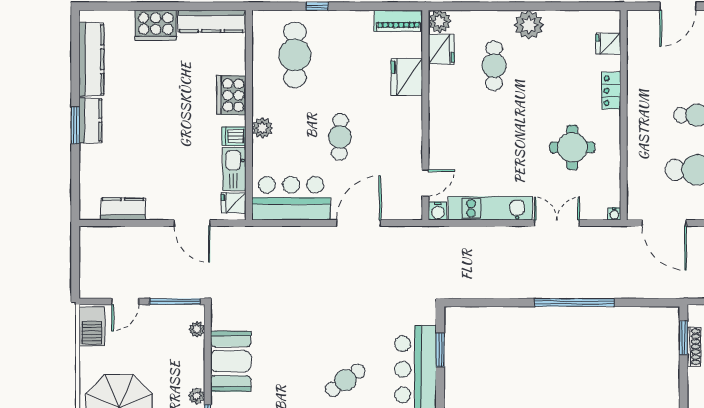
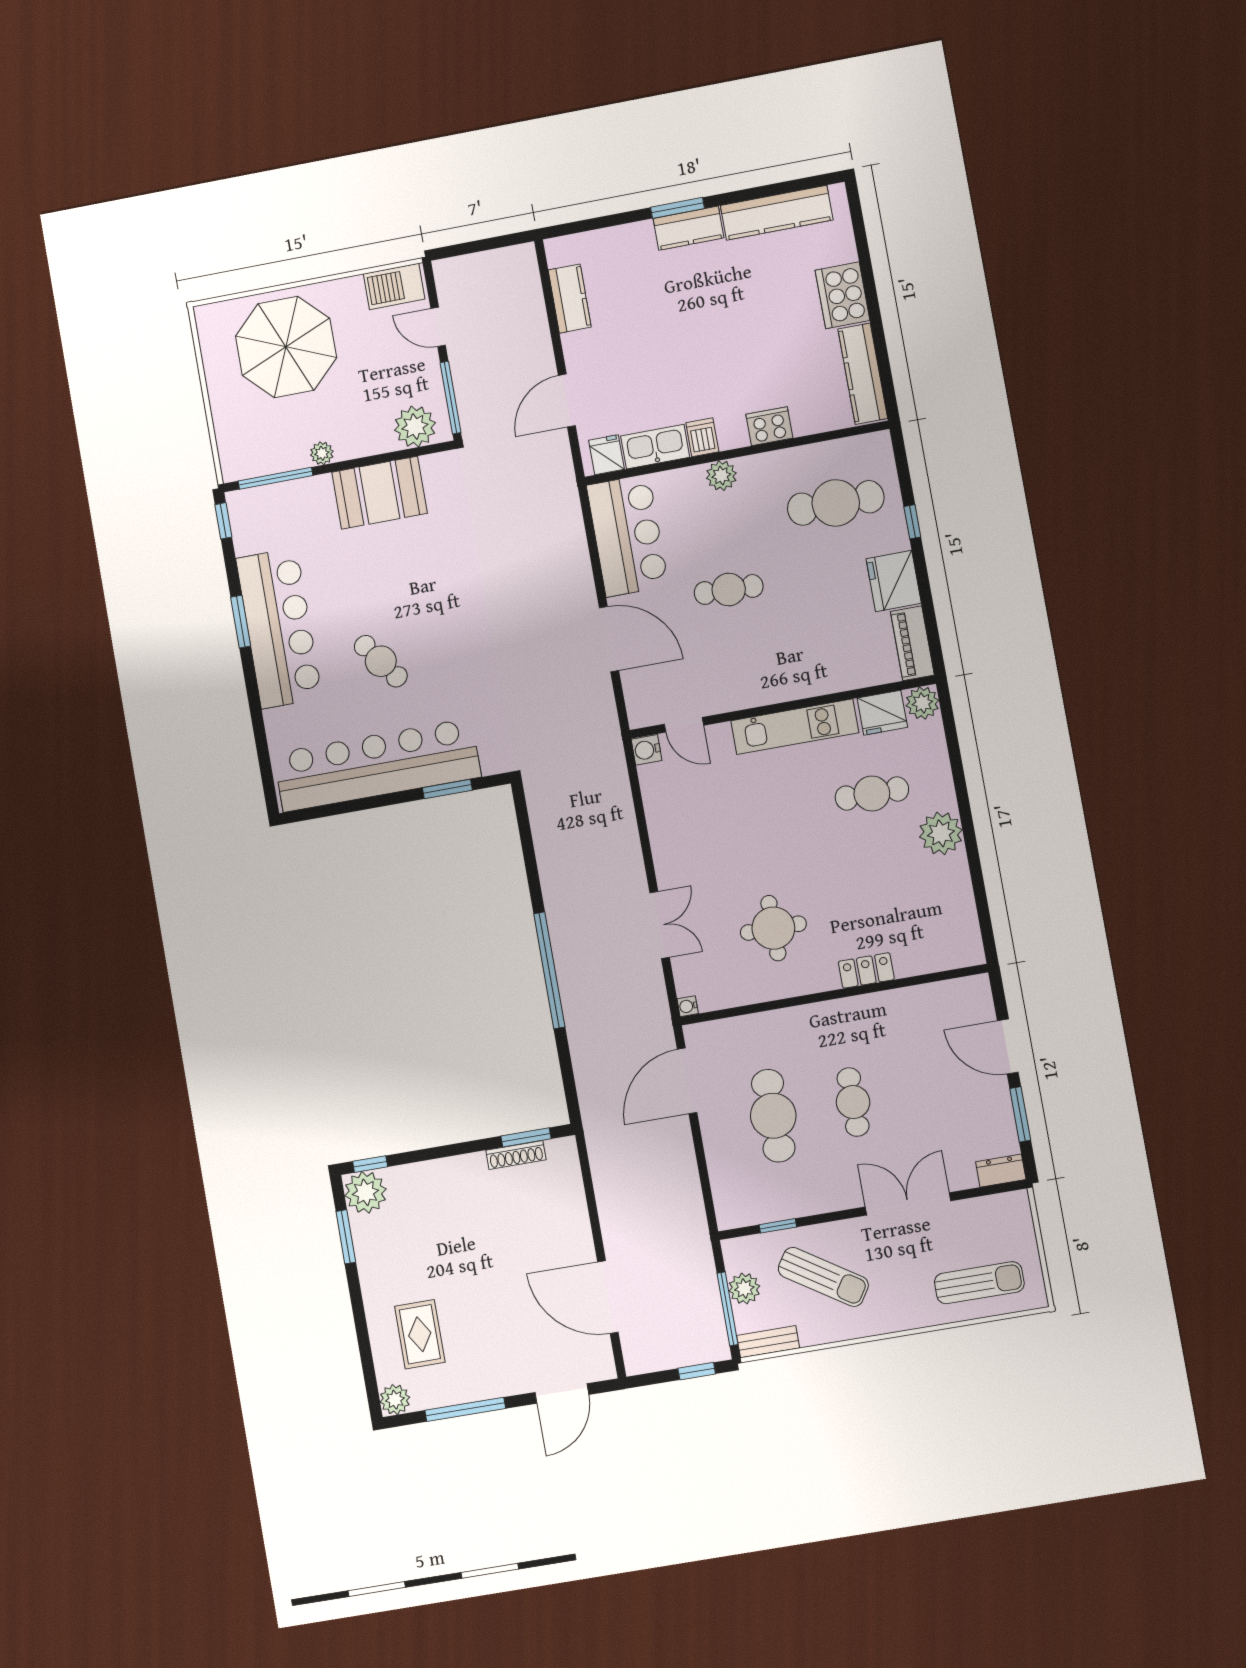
fridge: (608, 44) -> (935, 954), removed
fridge: (407, 77) -> (894, 581), moved, turned -90
cooker: (231, 95) -> (769, 426), width x0.73, depth x0.76
kitchen unit: (490, 208) -> (795, 727), moved, turned 90
plant: (197, 329) -> (415, 427), width x1.88, depth x1.88

